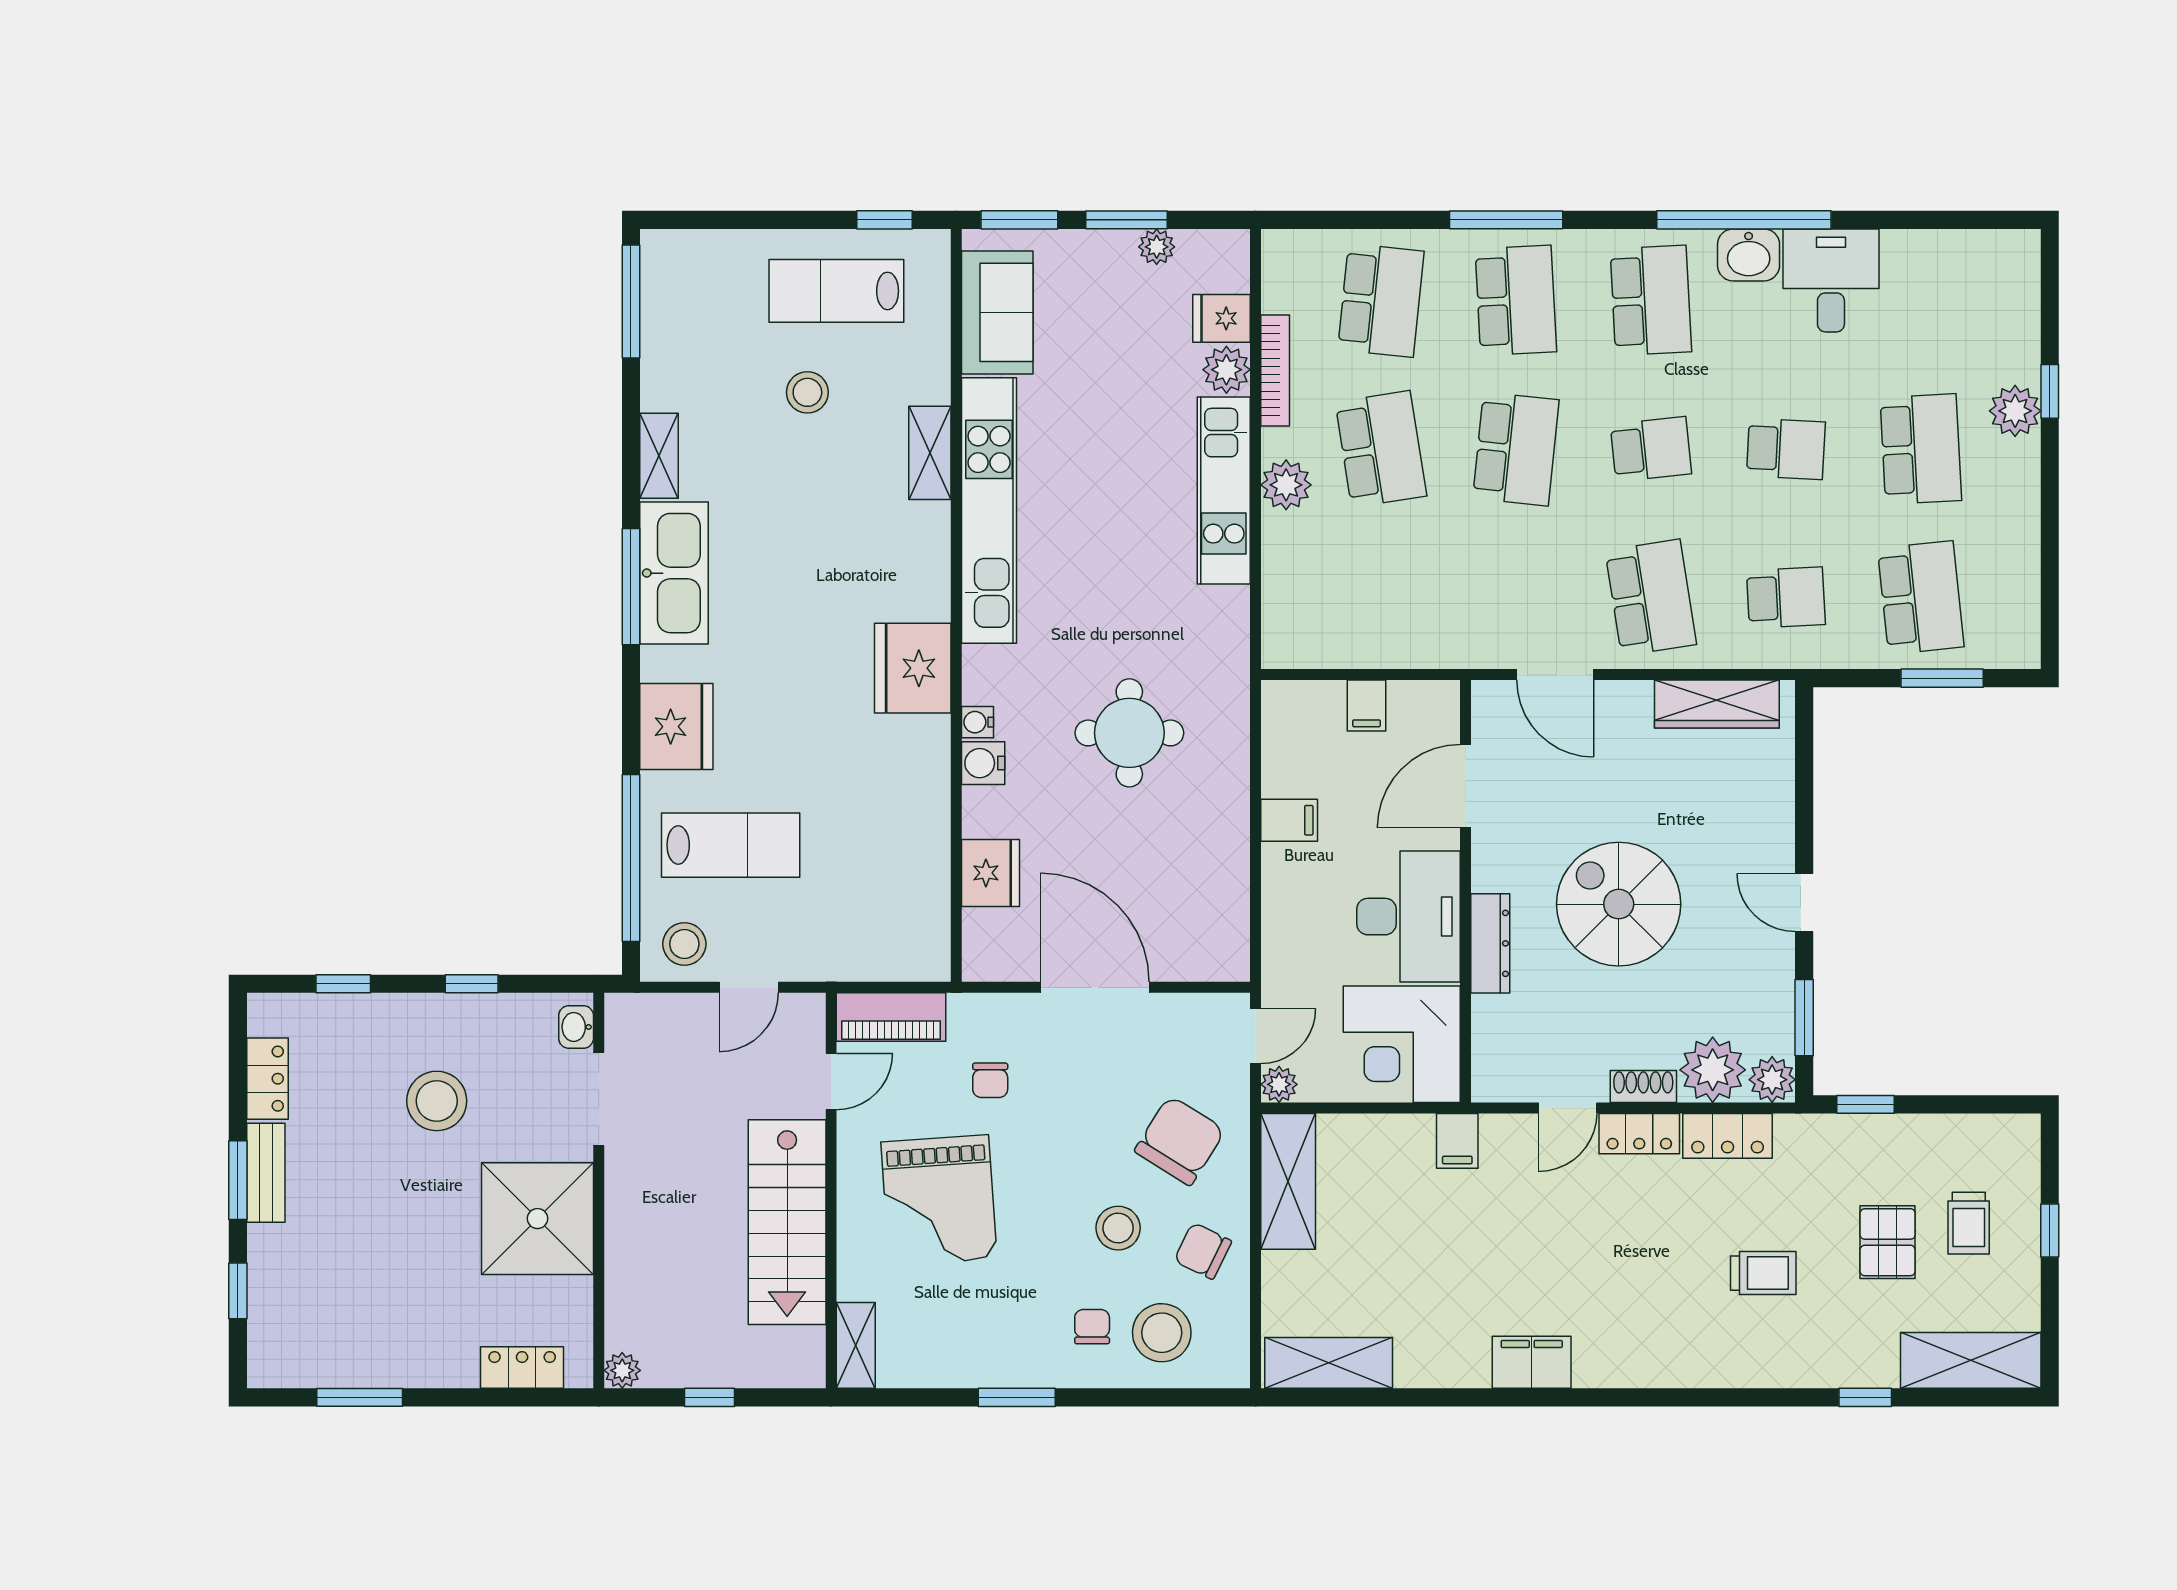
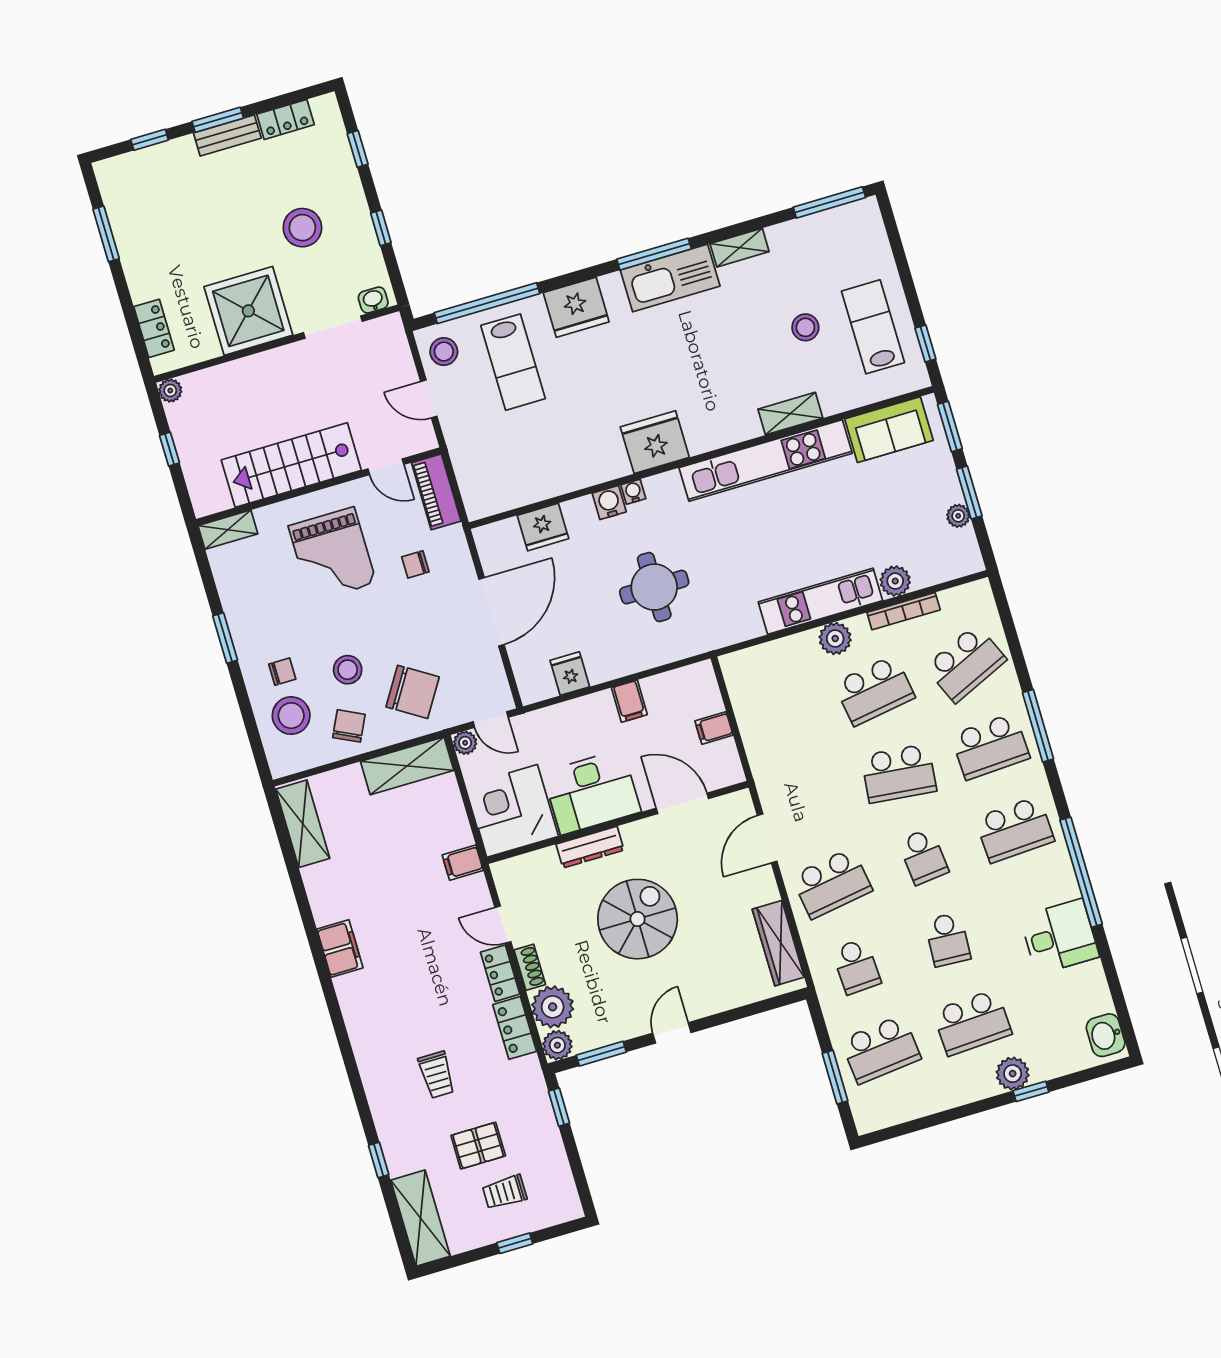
washbasin: (1749, 255) -> (1106, 1035), moved
school desk: (1381, 300) -> (966, 663), turned -30
fridge: (1222, 318) -> (570, 674), moved
grand piano: (939, 1200) -> (332, 555), turned -86

